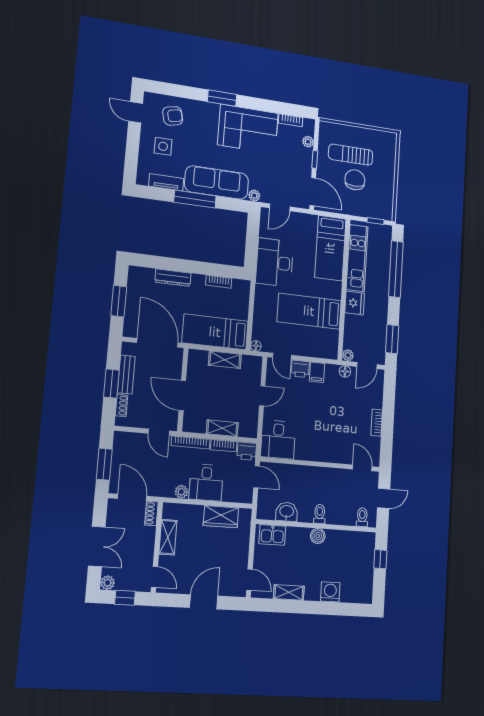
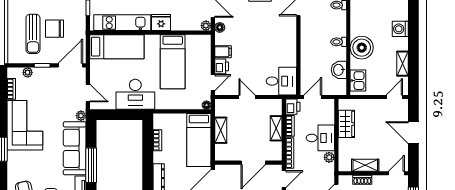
shoe rack: (151, 513) -> (362, 180), moved
boiler: (318, 536) -> (362, 48), width x1.86, depth x1.86

